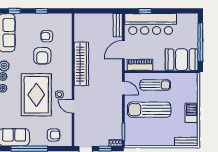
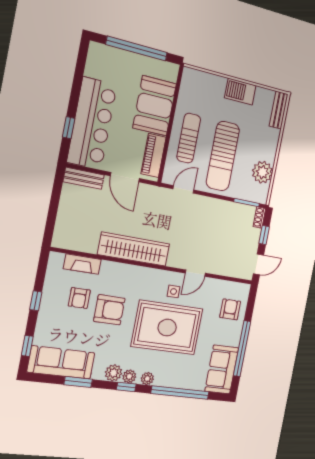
fireplace: (67, 34) -> (82, 264), added
booth: (182, 60) -> (155, 106), moved
plant: (145, 139) -> (262, 172), added

